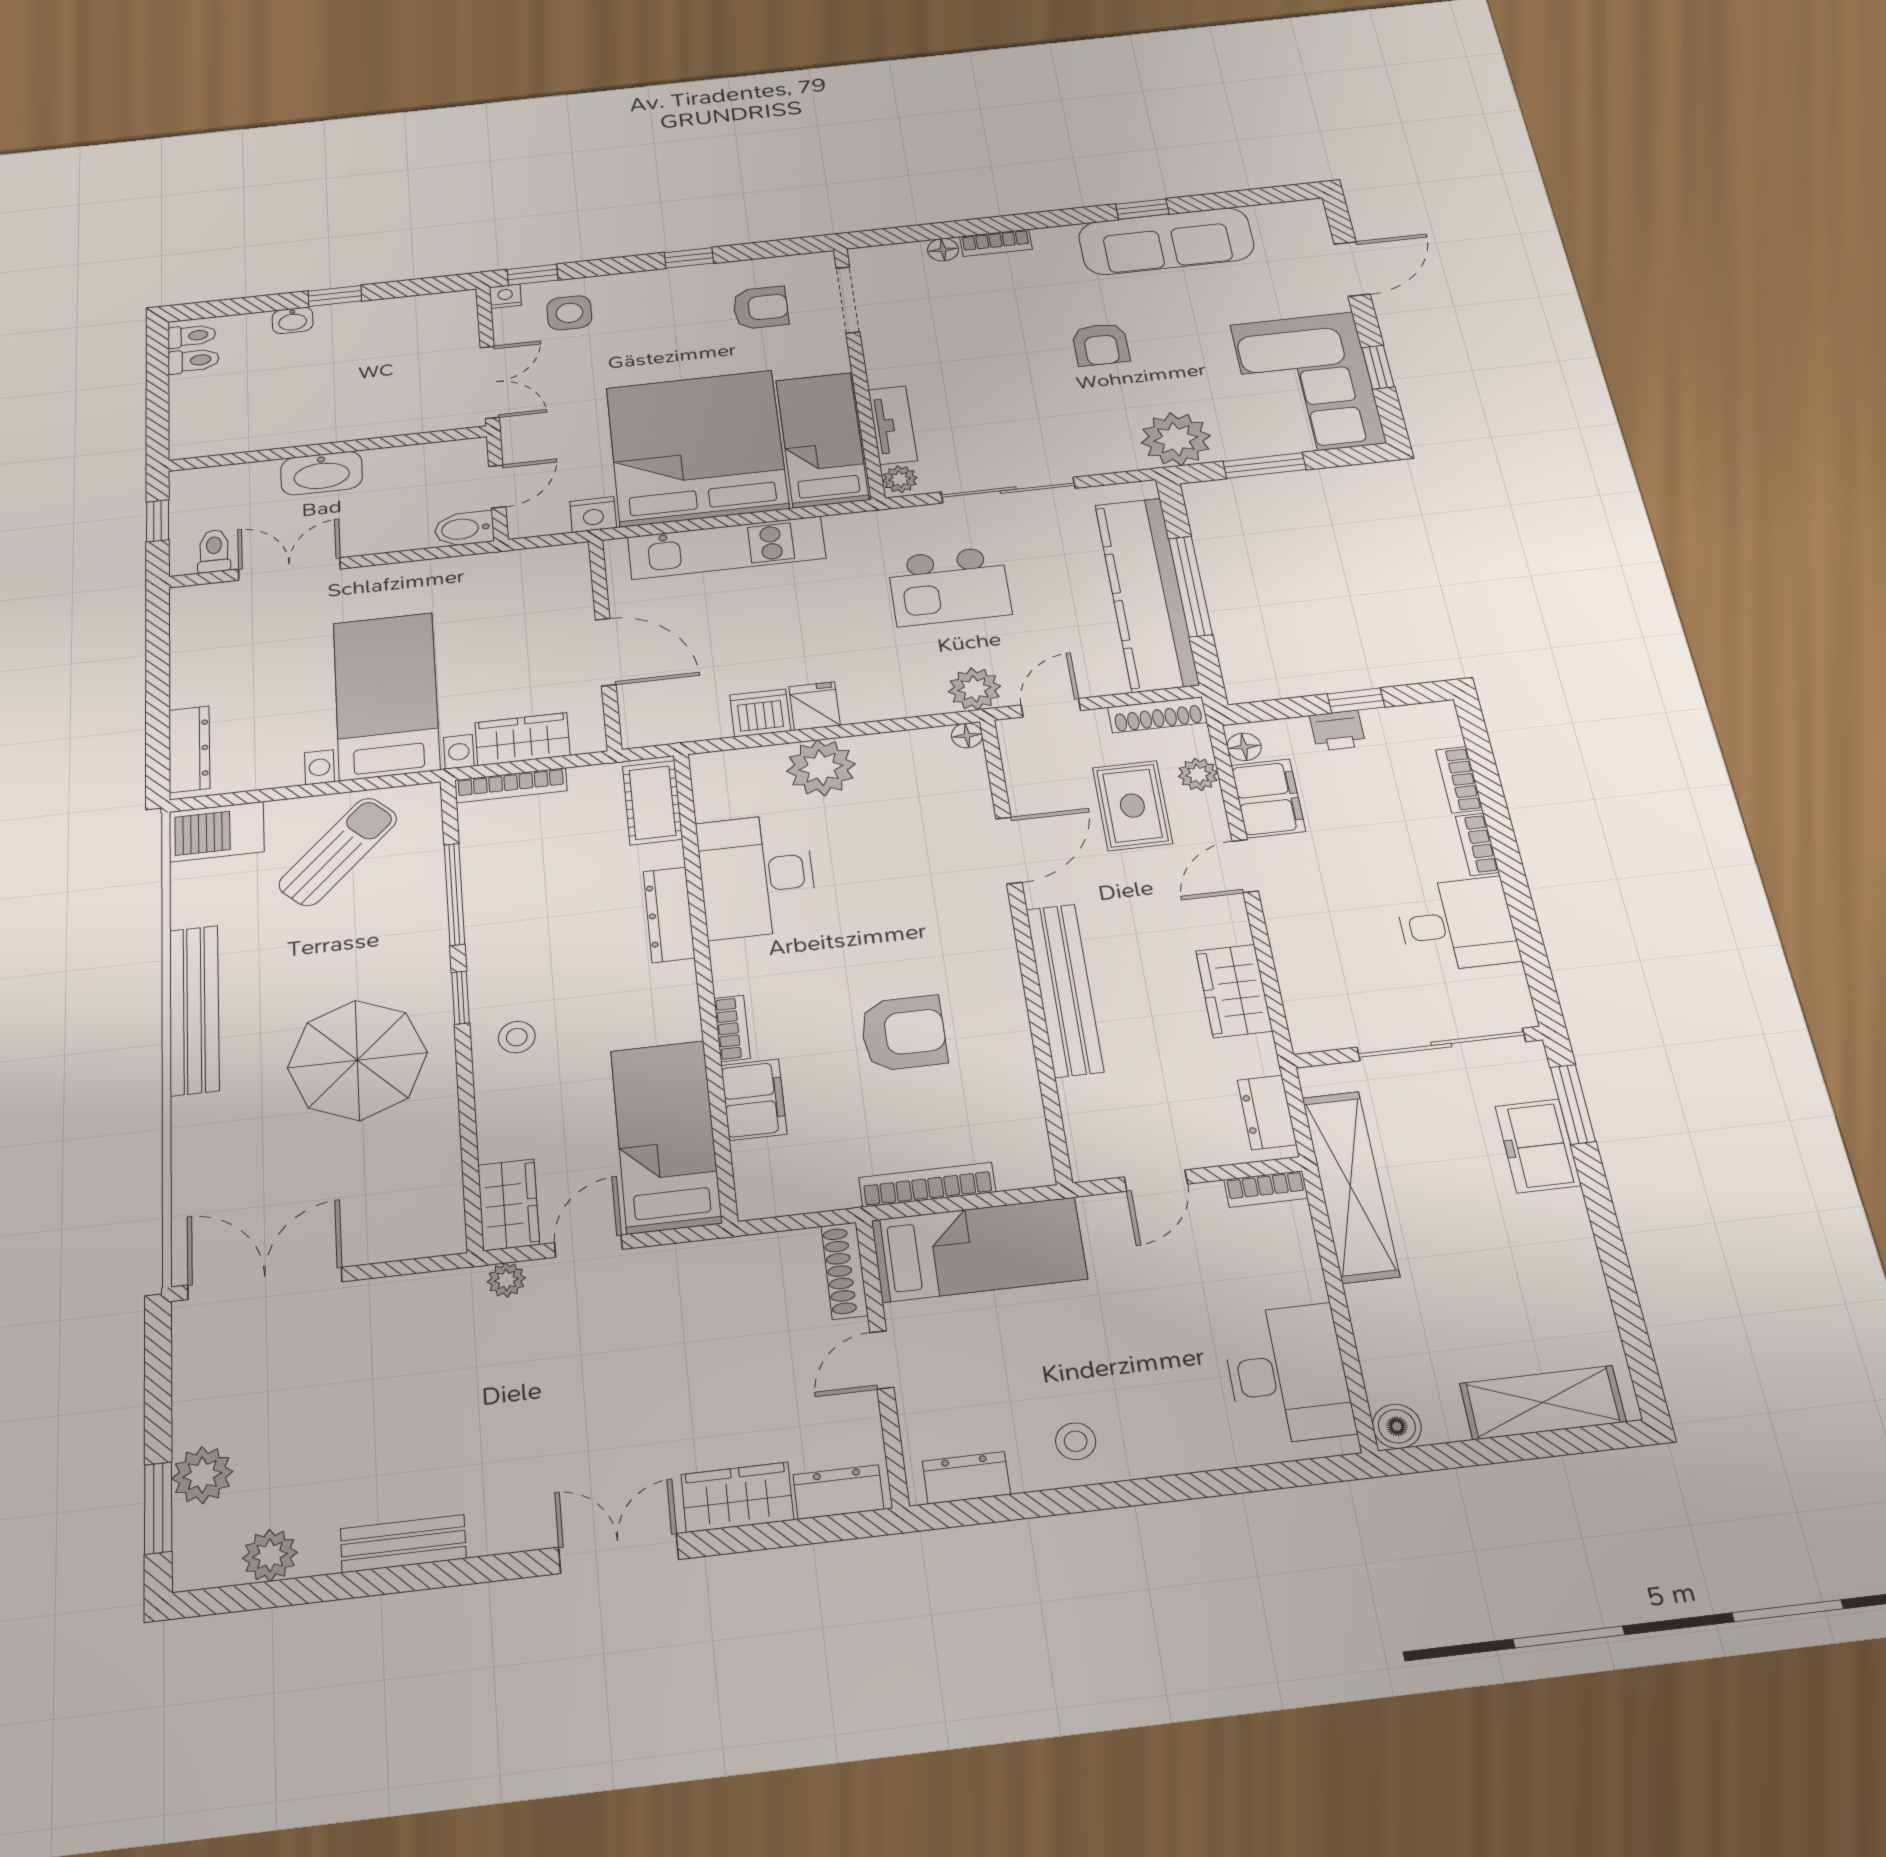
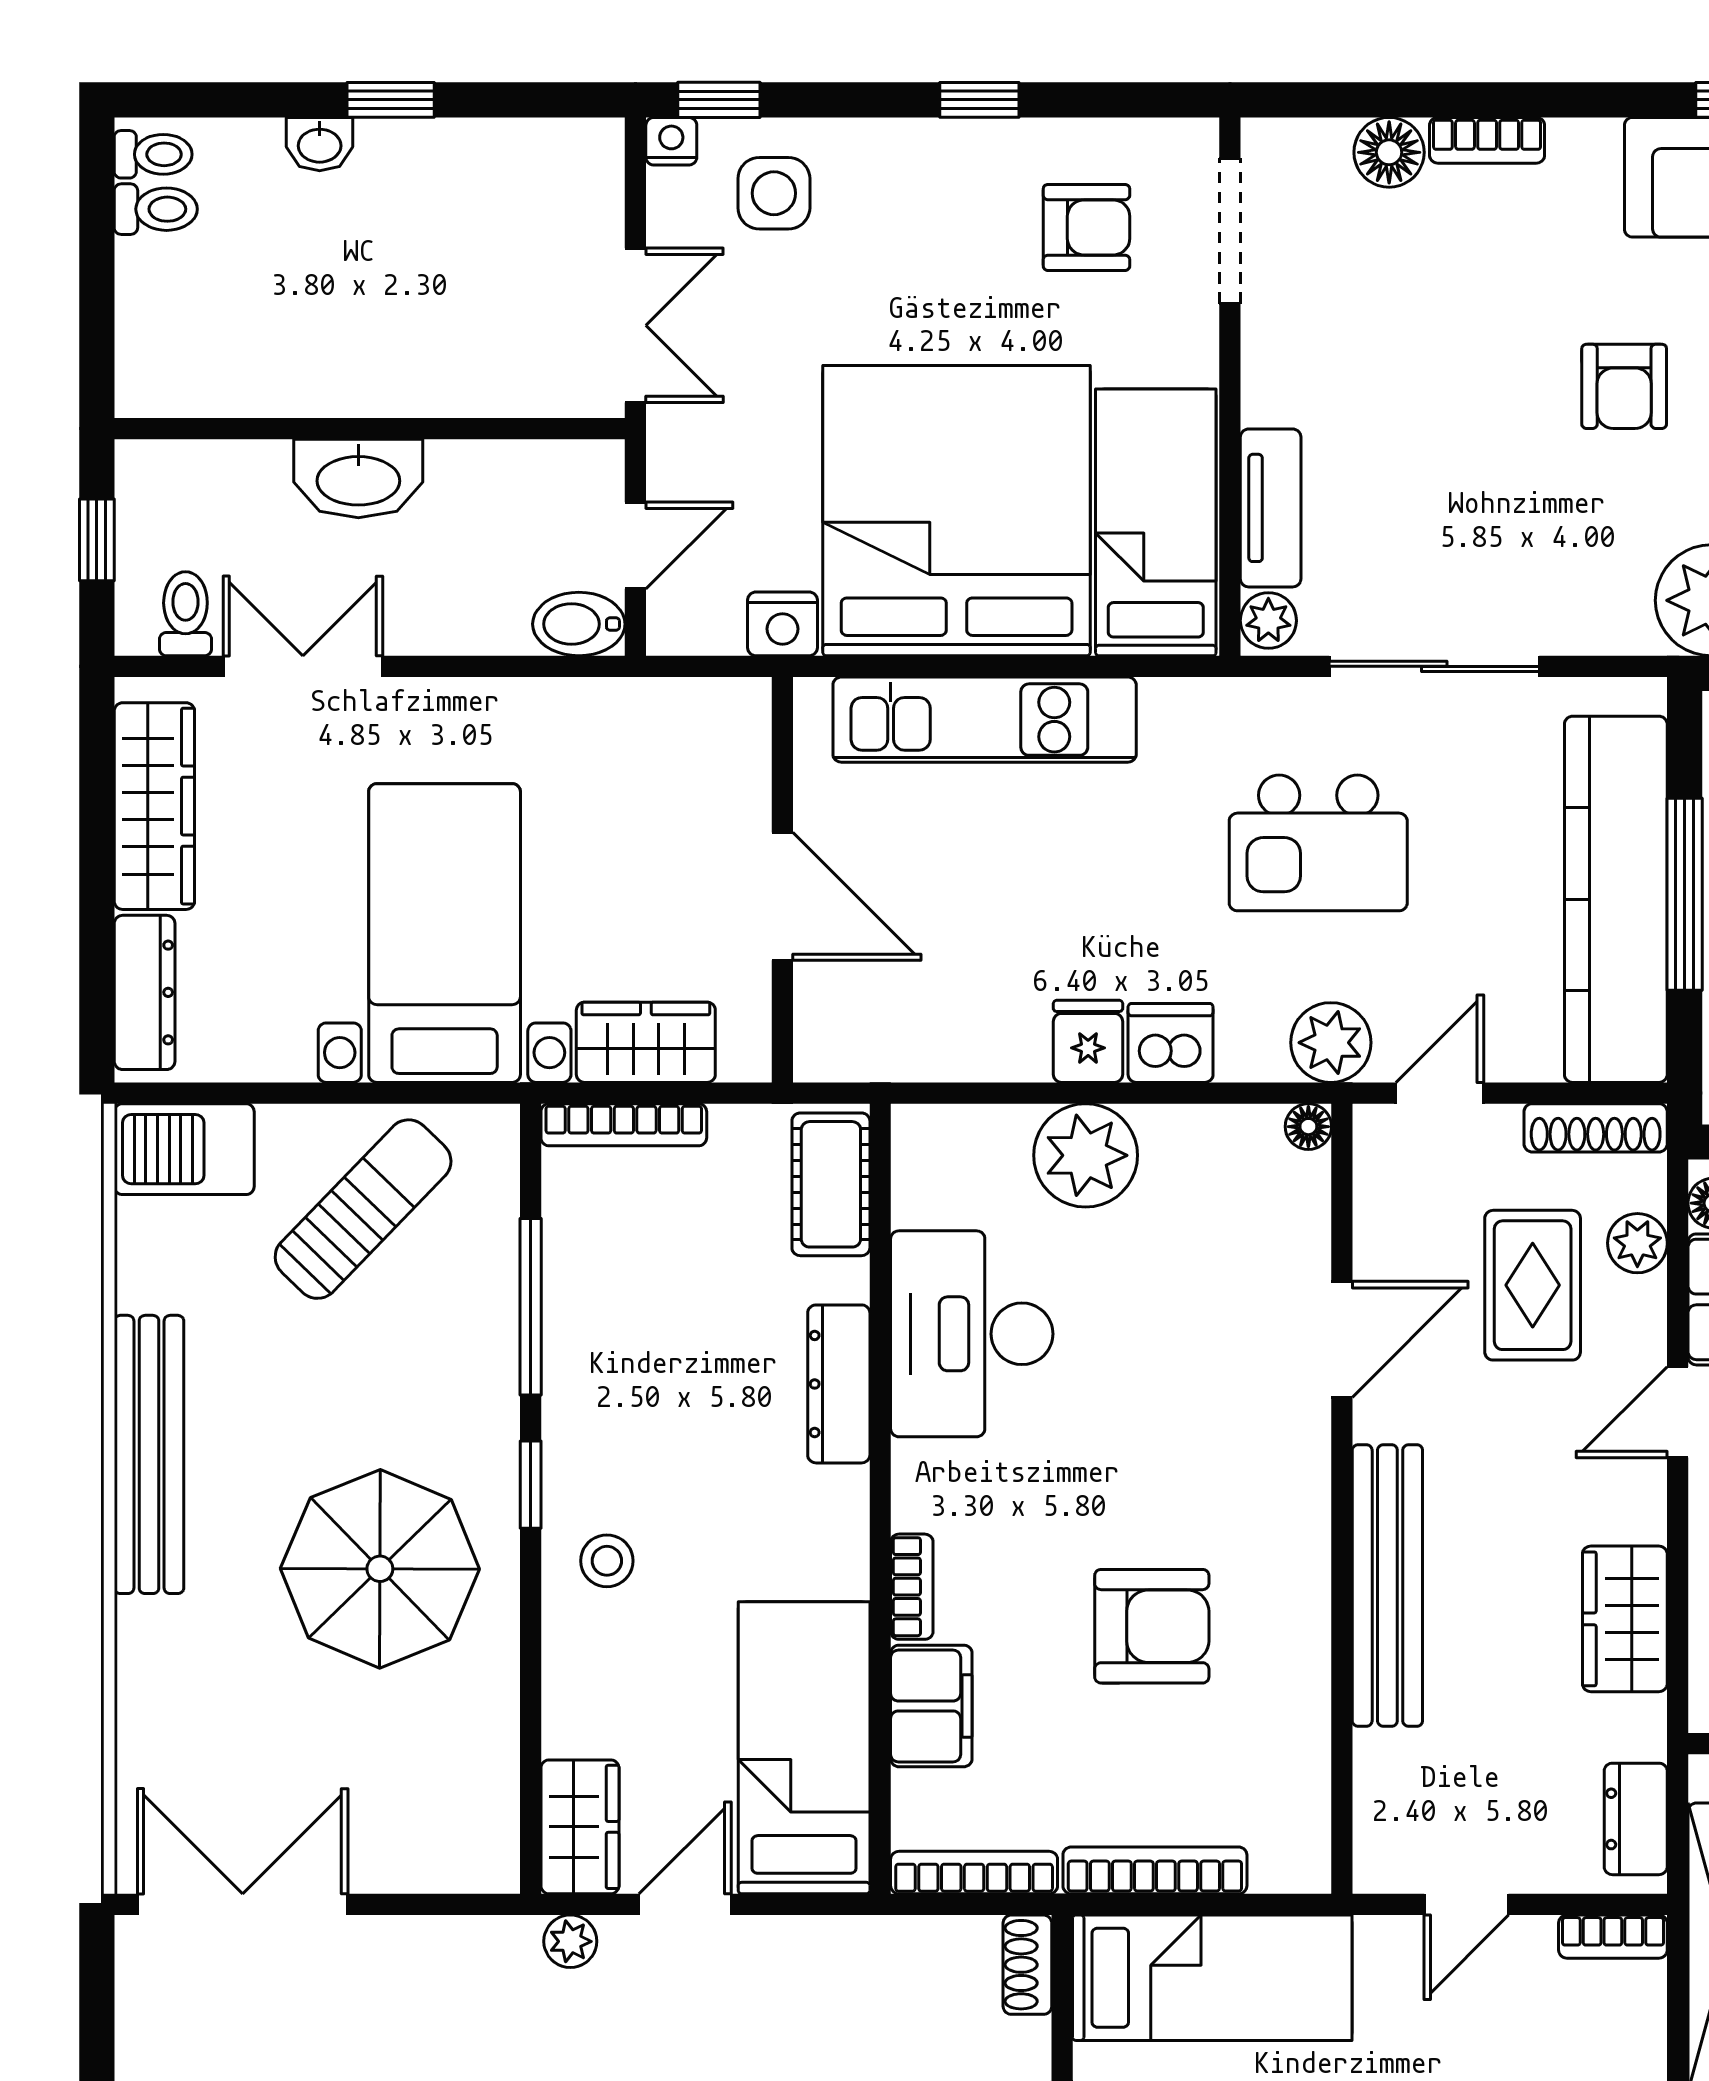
floor lamp: (943, 250) -> (1389, 152), width x1.37, depth x1.37
wardrobe: (195, 650) -> (154, 806), added
dishwasher: (760, 713) -> (1171, 1043), moved
bookcase: (797, 1201) -> (974, 1873), added
shoe rack: (844, 1271) -> (1027, 1965), width x0.70

